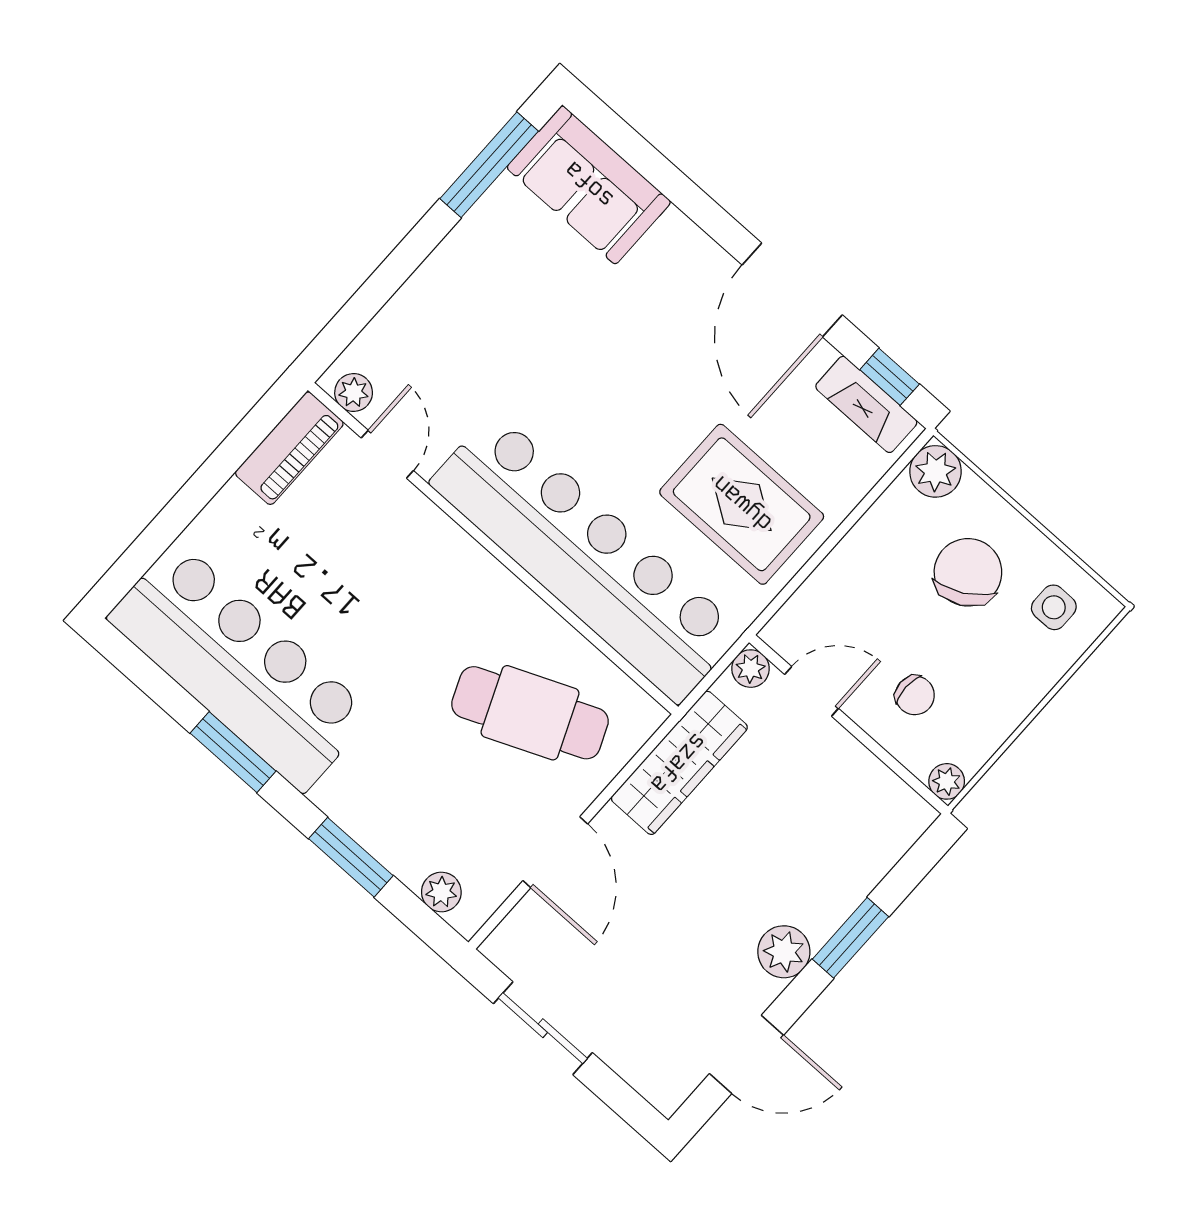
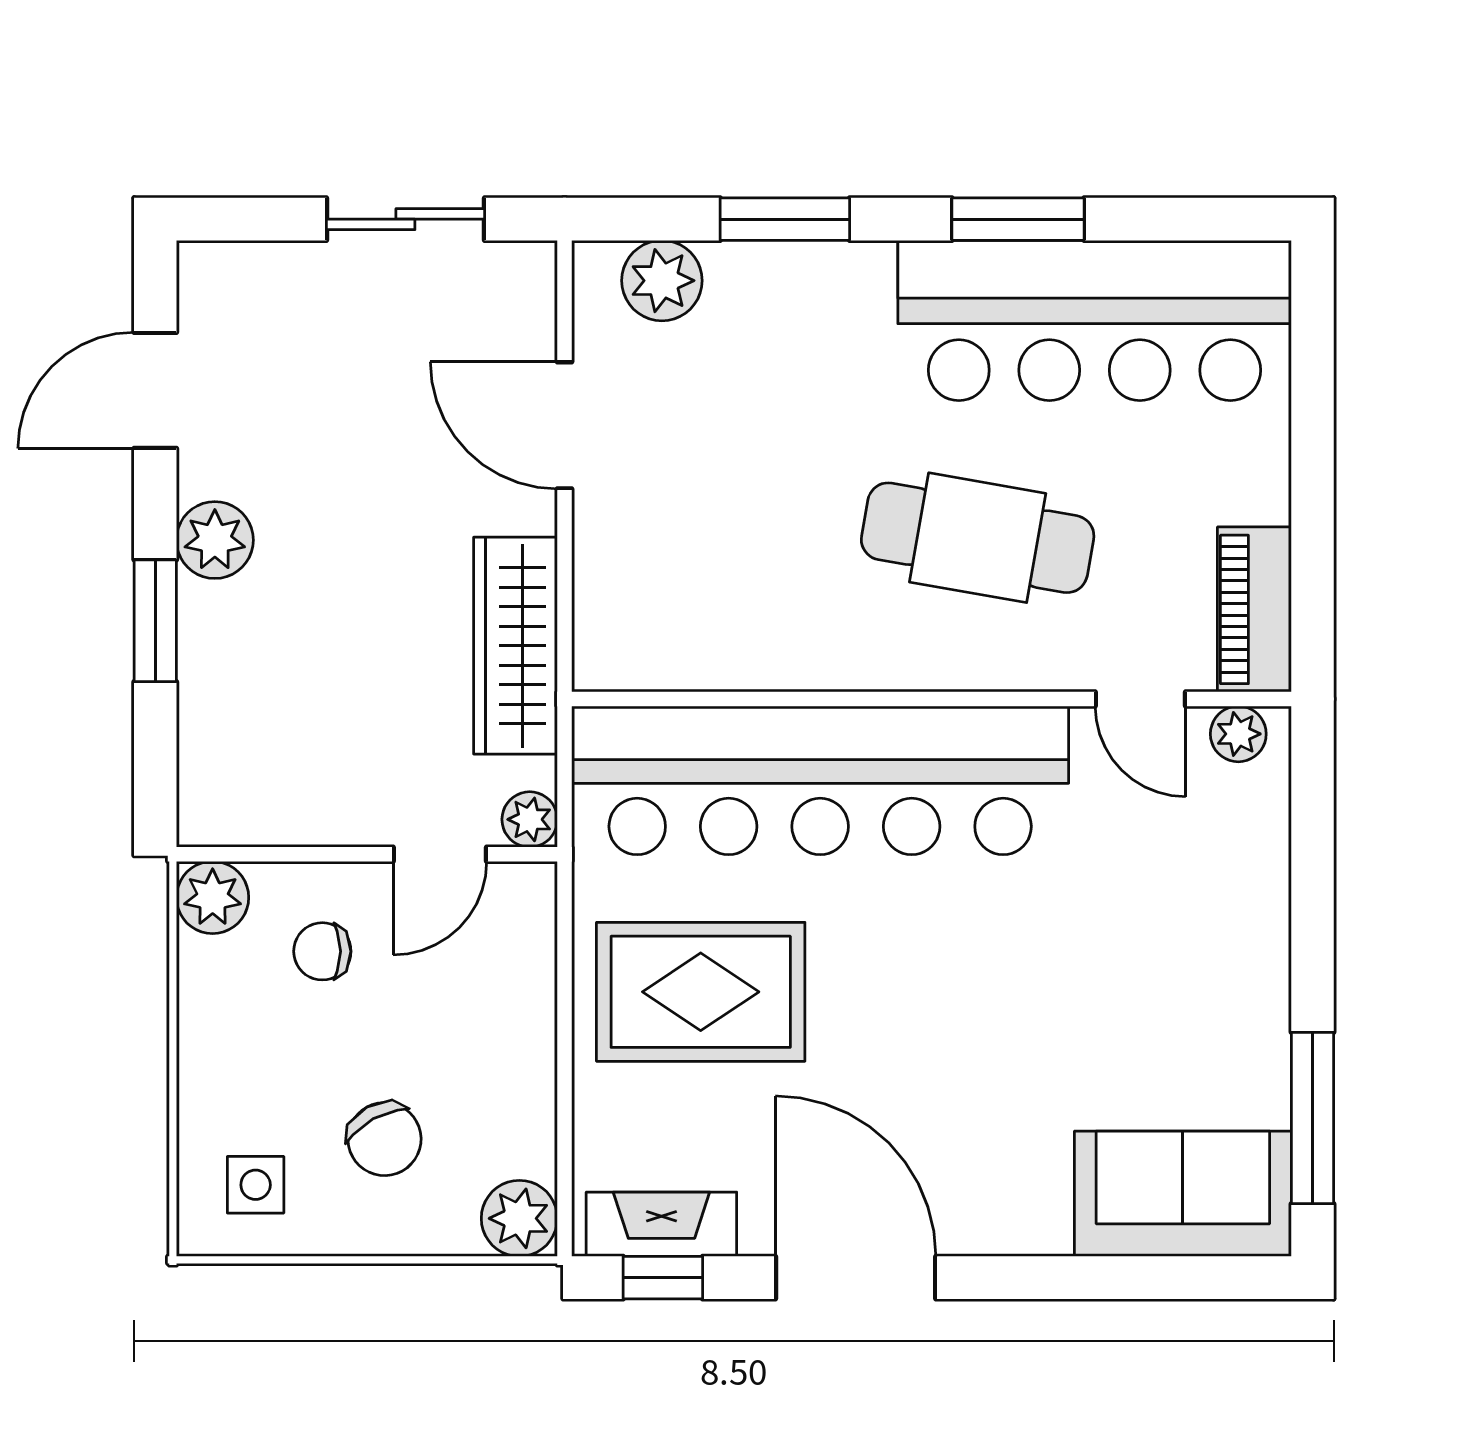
chair: (968, 572) -> (385, 1139), width x0.73, depth x0.73
cafe table: (530, 713) -> (978, 538), moved, turned 33
plant: (947, 781) -> (213, 897), width x1.38, depth x1.38
plant: (441, 892) -> (662, 281), width x1.38, depth x1.38

